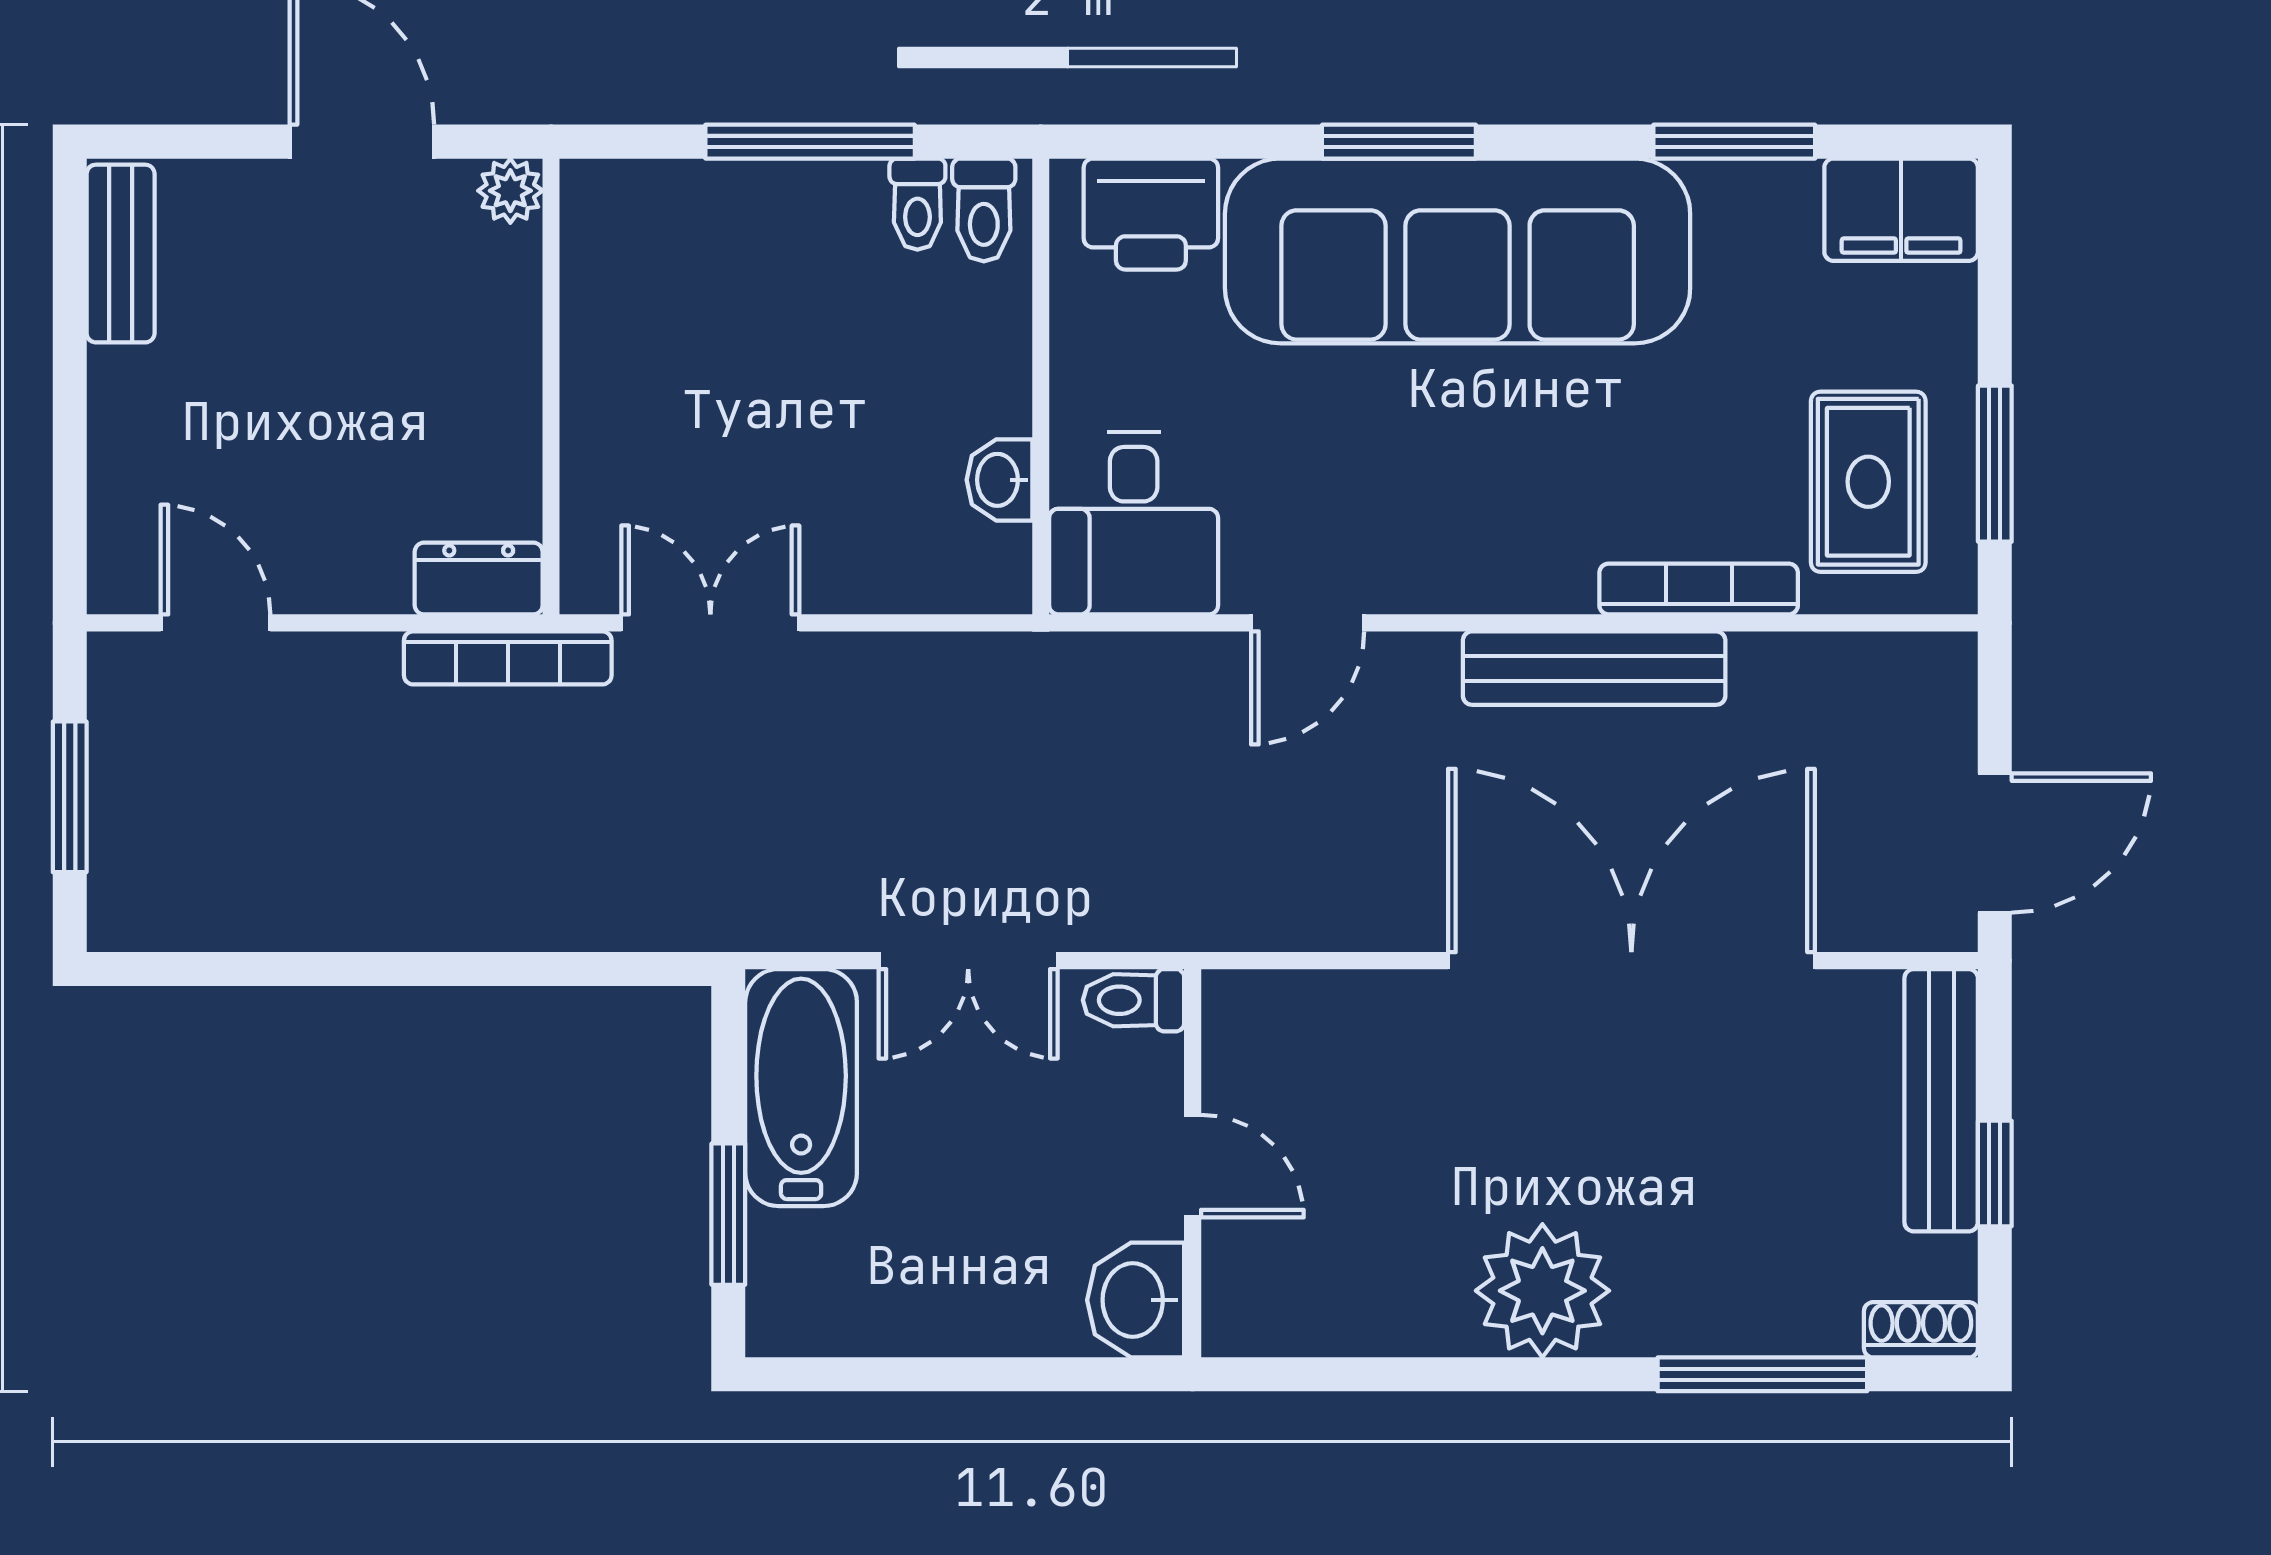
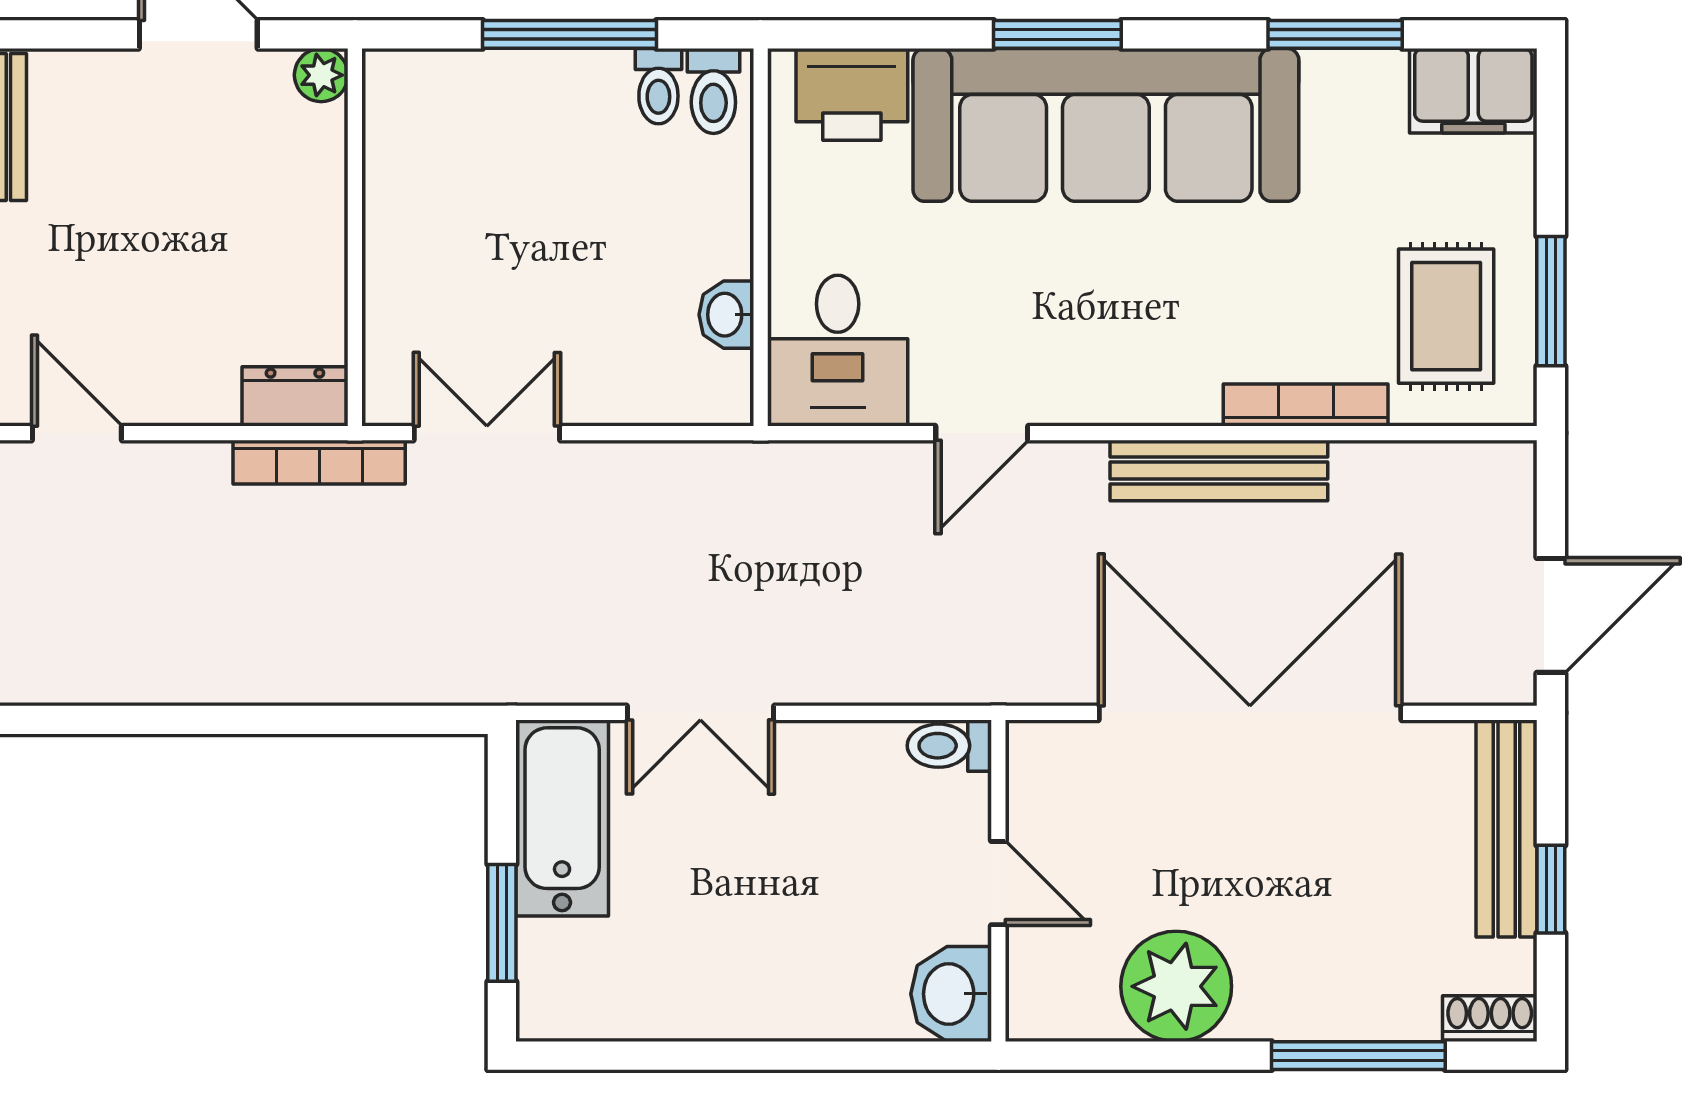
toilet: (1133, 1000) -> (949, 746), moved
wall: (1193, 1163) -> (998, 881), moved
door: (1193, 1166) -> (998, 883), moved
washbasin: (1136, 1300) -> (951, 994), moved

